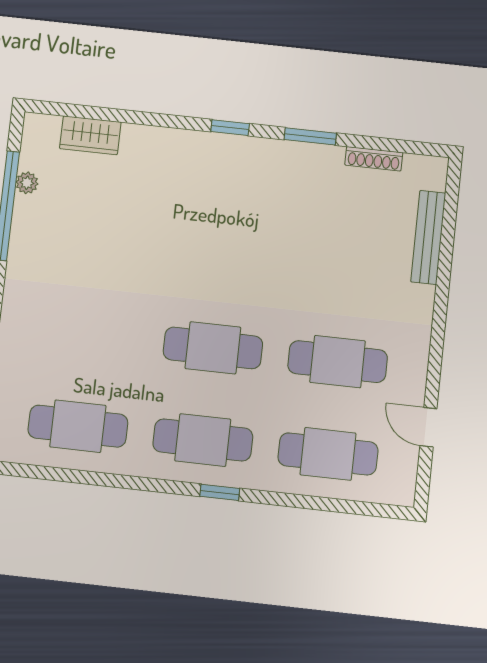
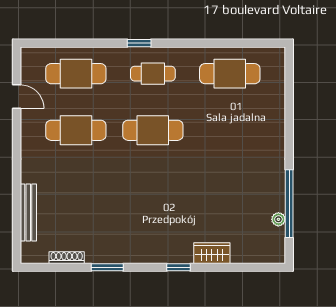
window: (230, 128) -> (178, 267), moved
wardrobe: (90, 135) -> (212, 253), moved
cafe table: (203, 440) -> (153, 74), width x0.73, depth x0.74

